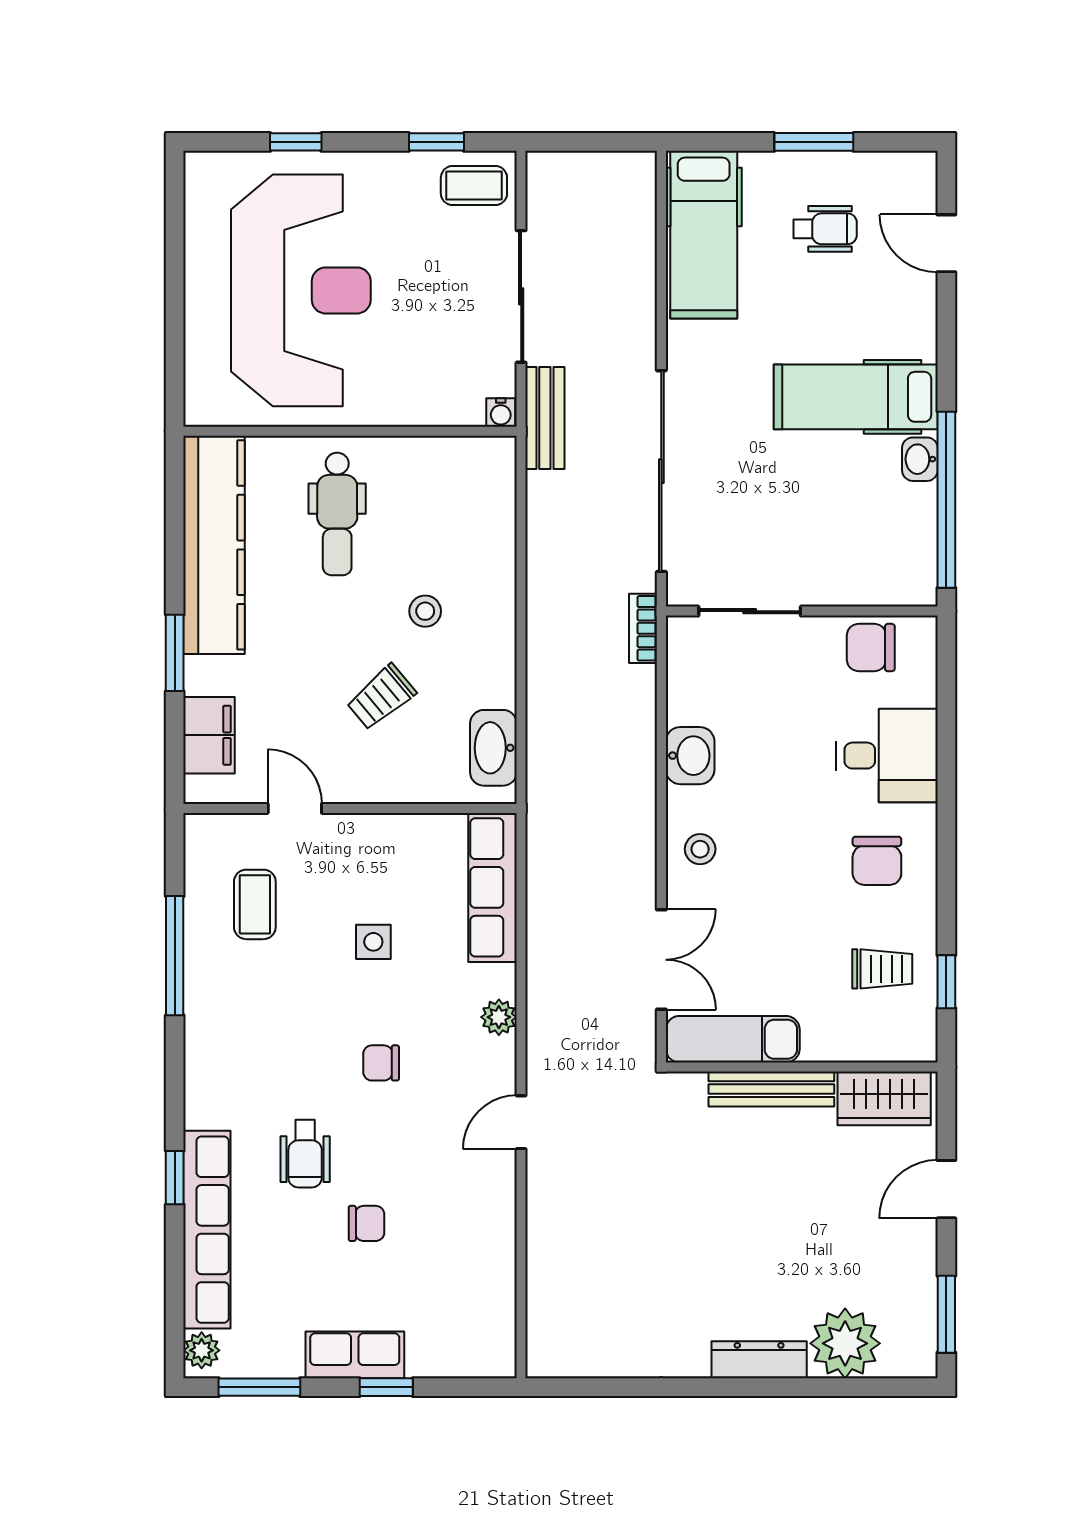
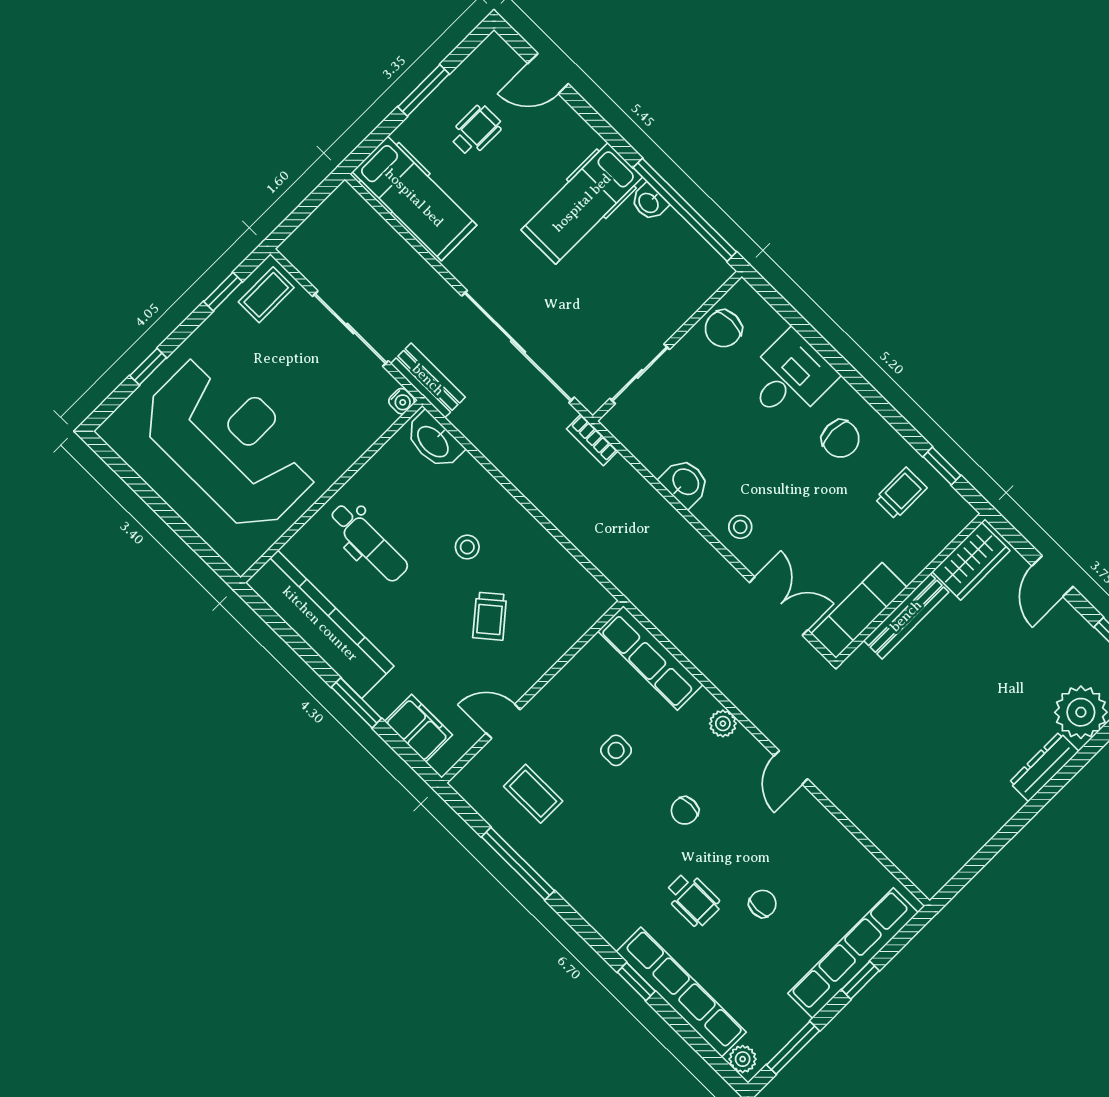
washbasin: (493, 748) -> (434, 441), moved
row of seats: (355, 1355) -> (853, 953), width x2.02

